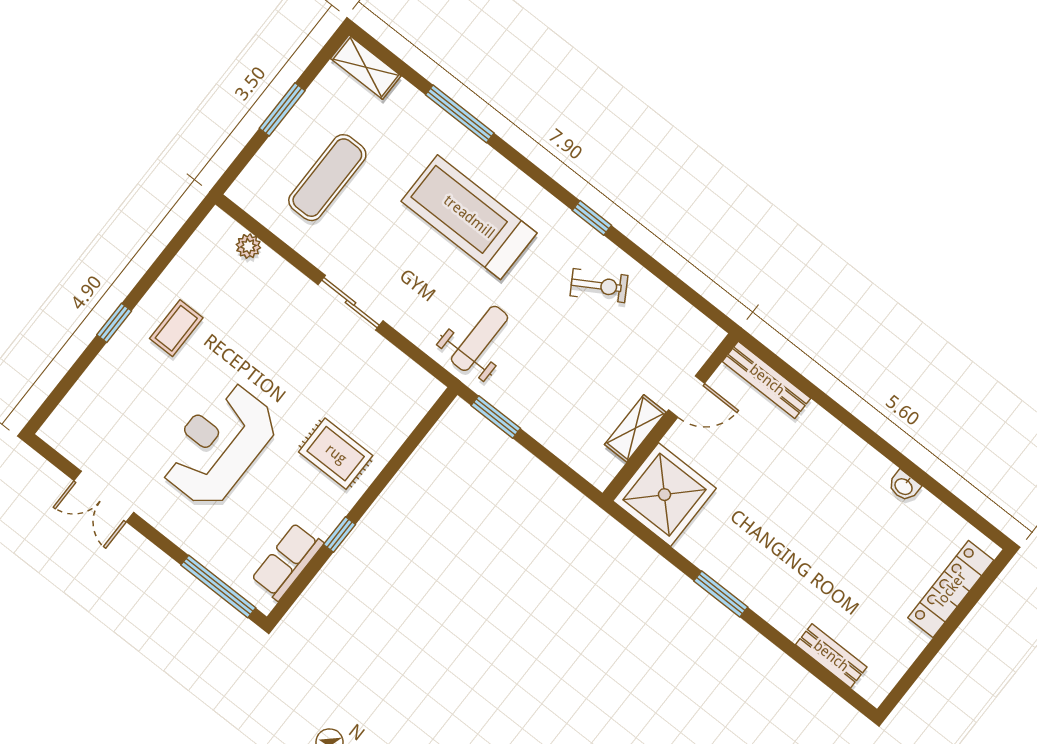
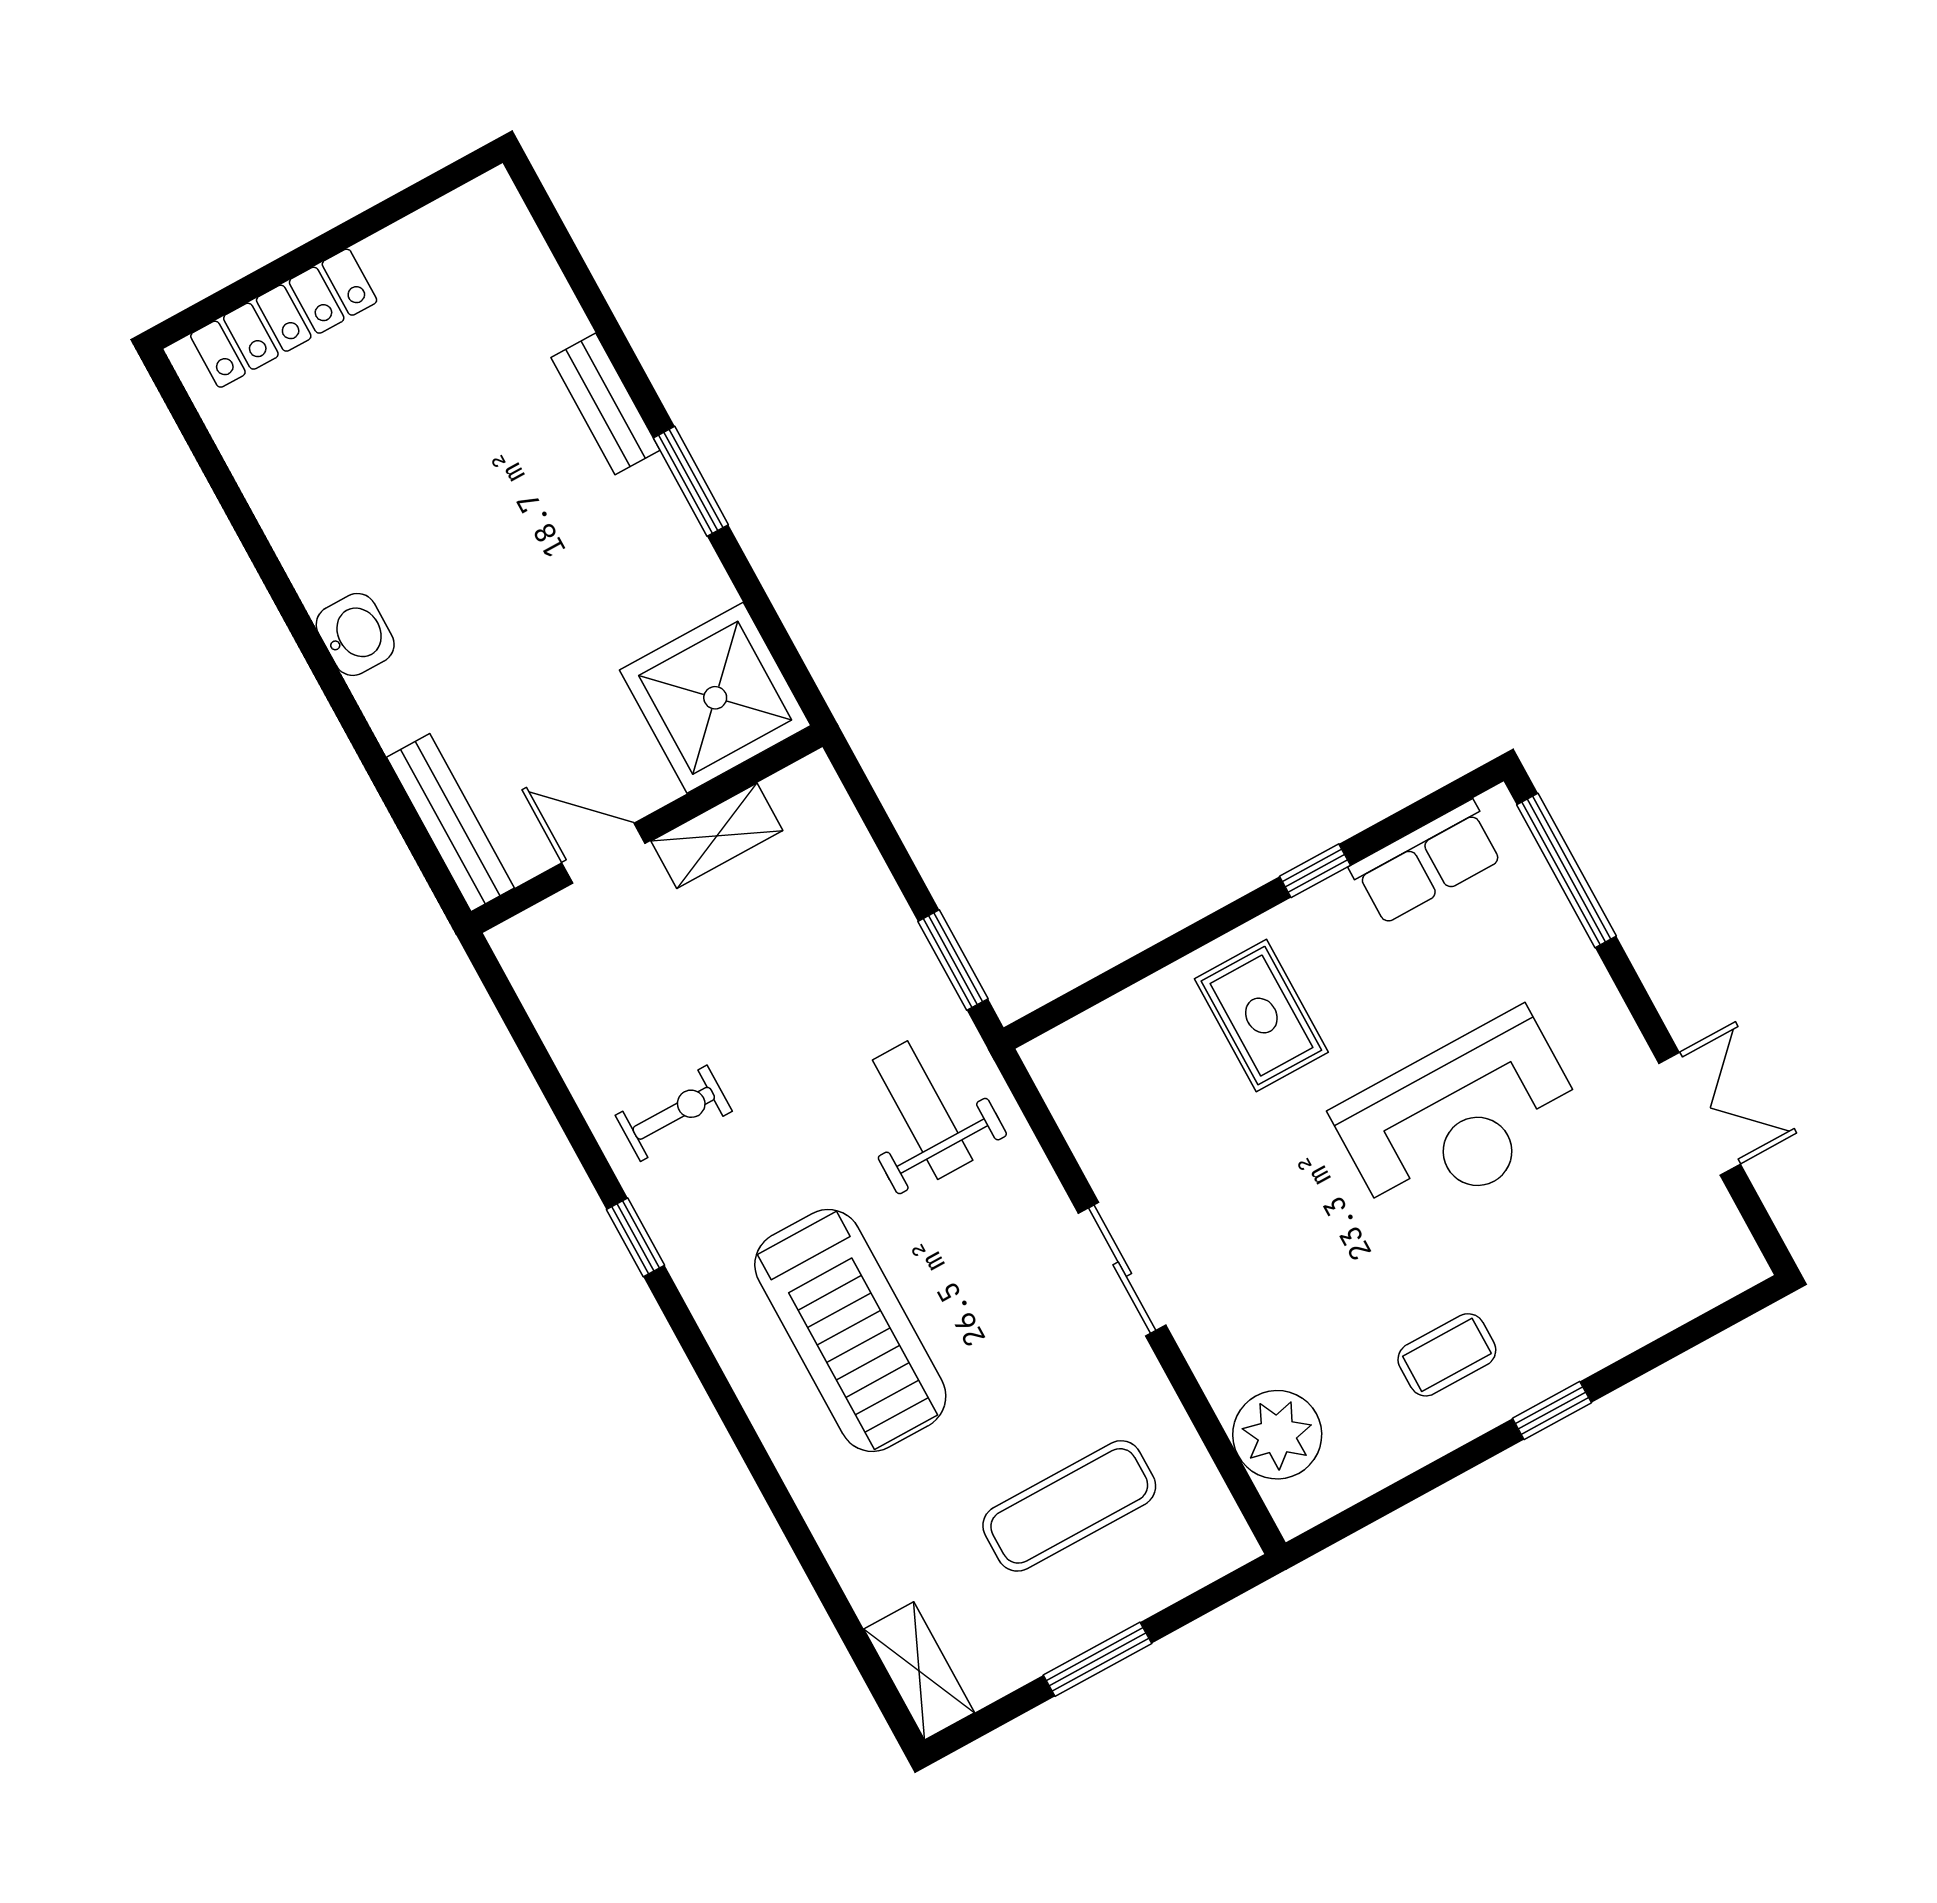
window: (460, 114) -> (789, 1518), removed
plant: (248, 246) -> (1277, 1435), width x1.87, depth x1.87
exercise bike: (599, 286) -> (674, 1113), turned 121
weight bench: (480, 338) -> (923, 1110), turned 90
washbasin: (904, 486) -> (355, 634), moved, width x1.38, depth x1.45
bench: (831, 656) -> (605, 404), moved

